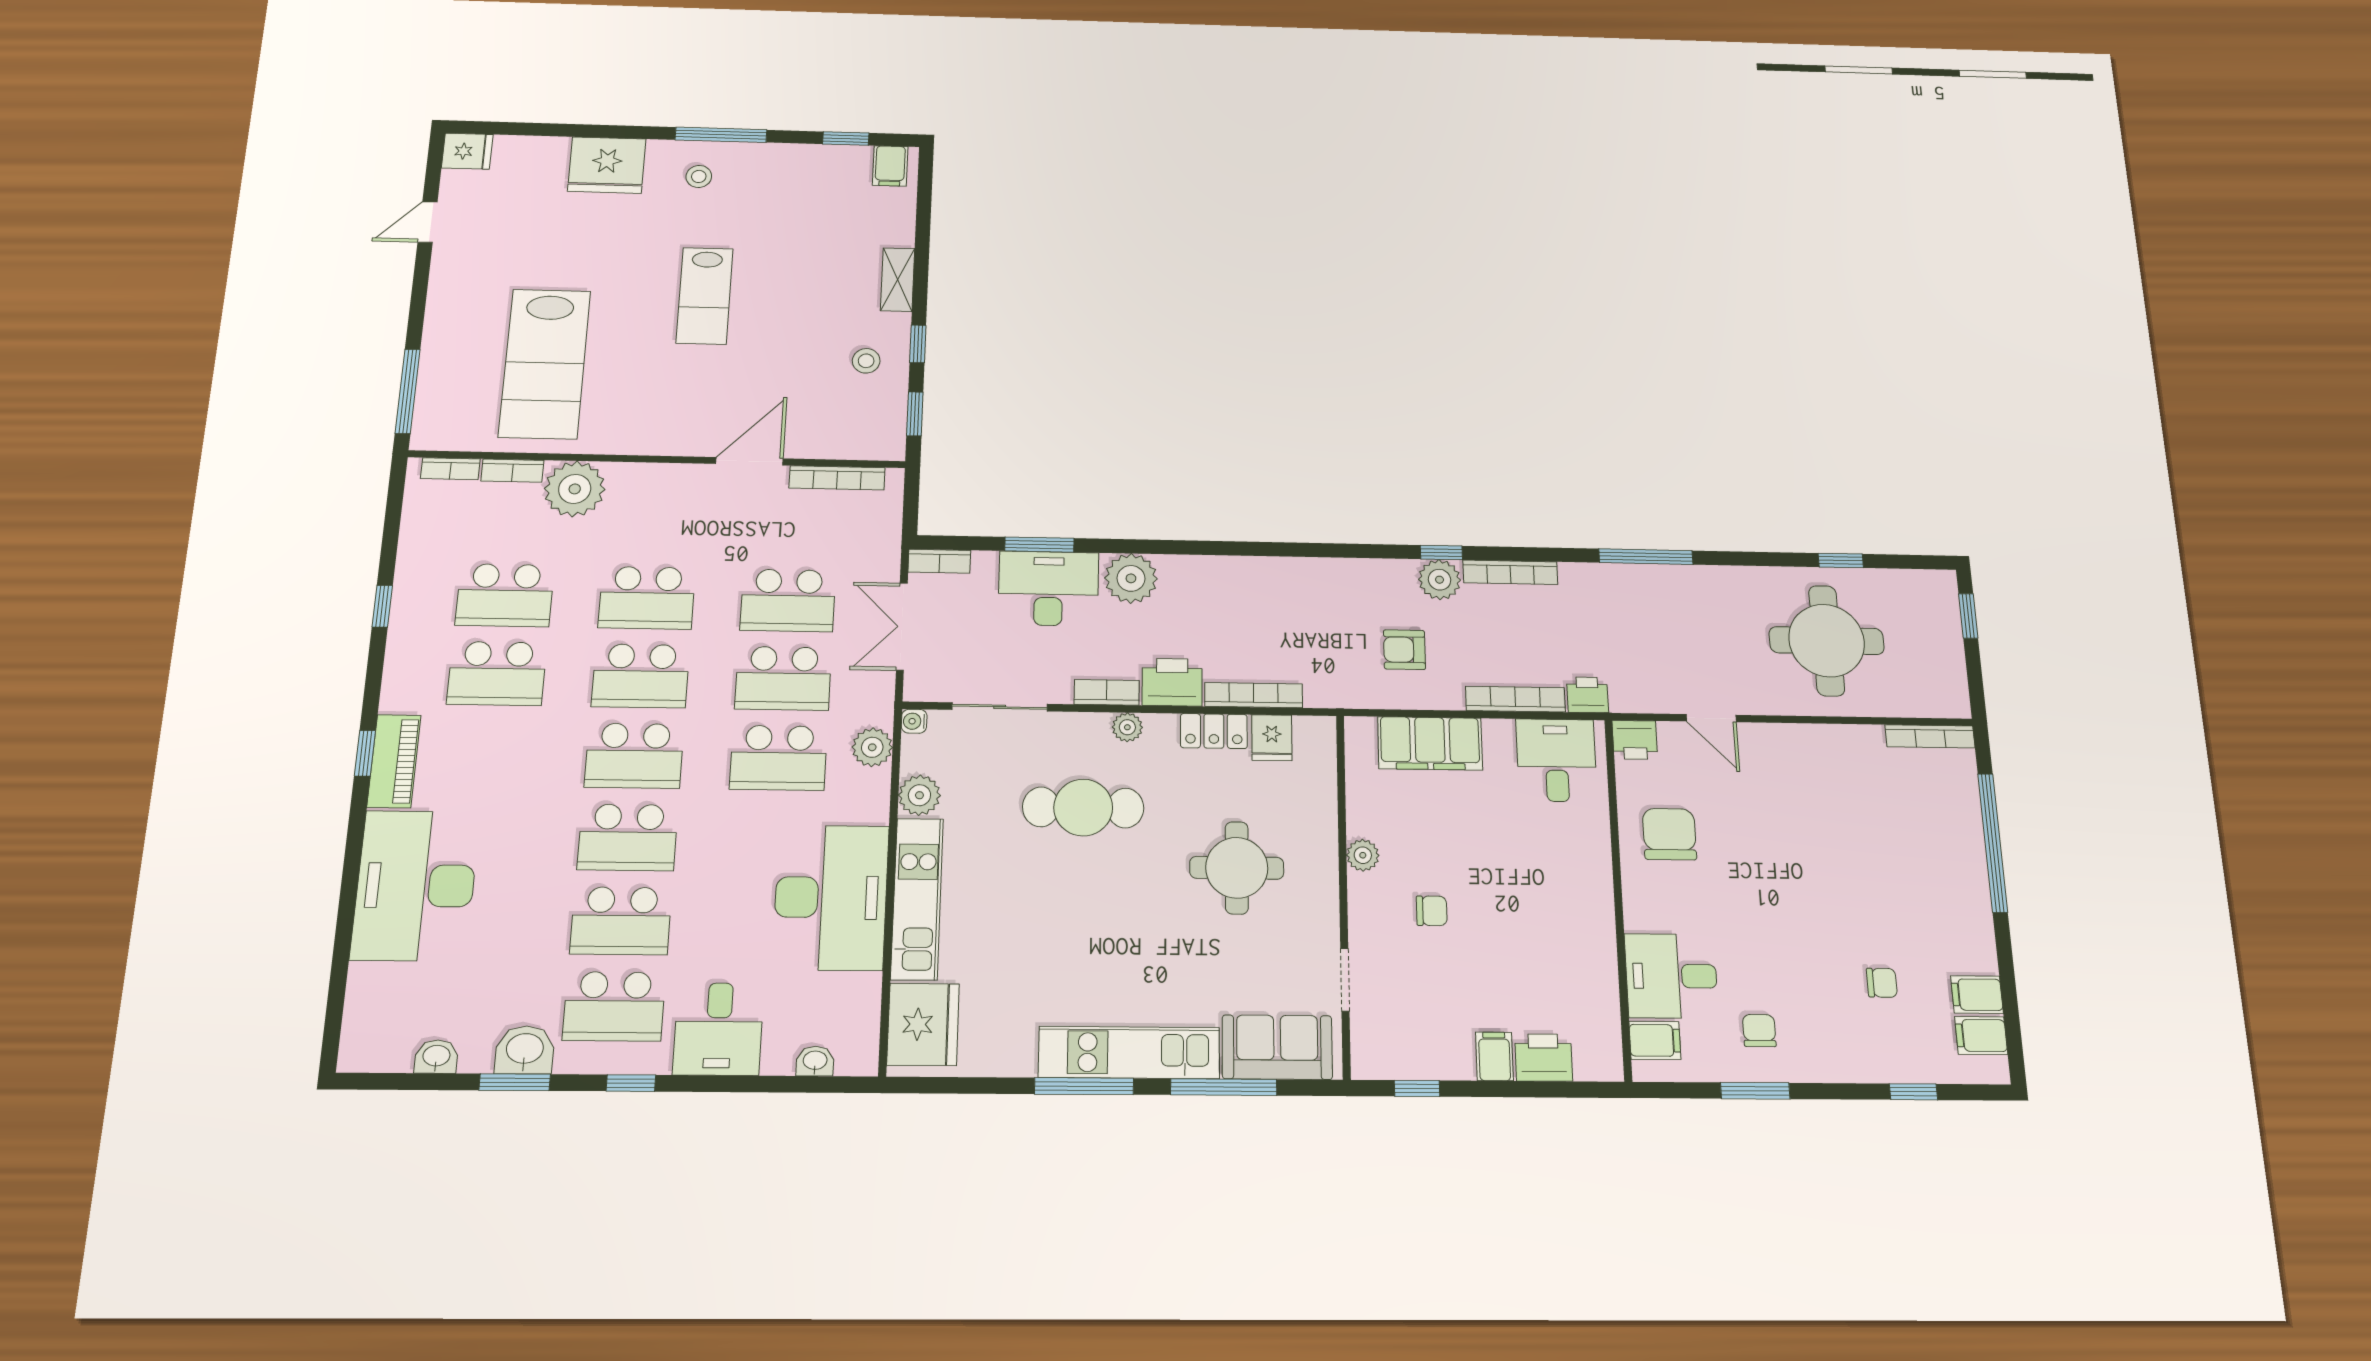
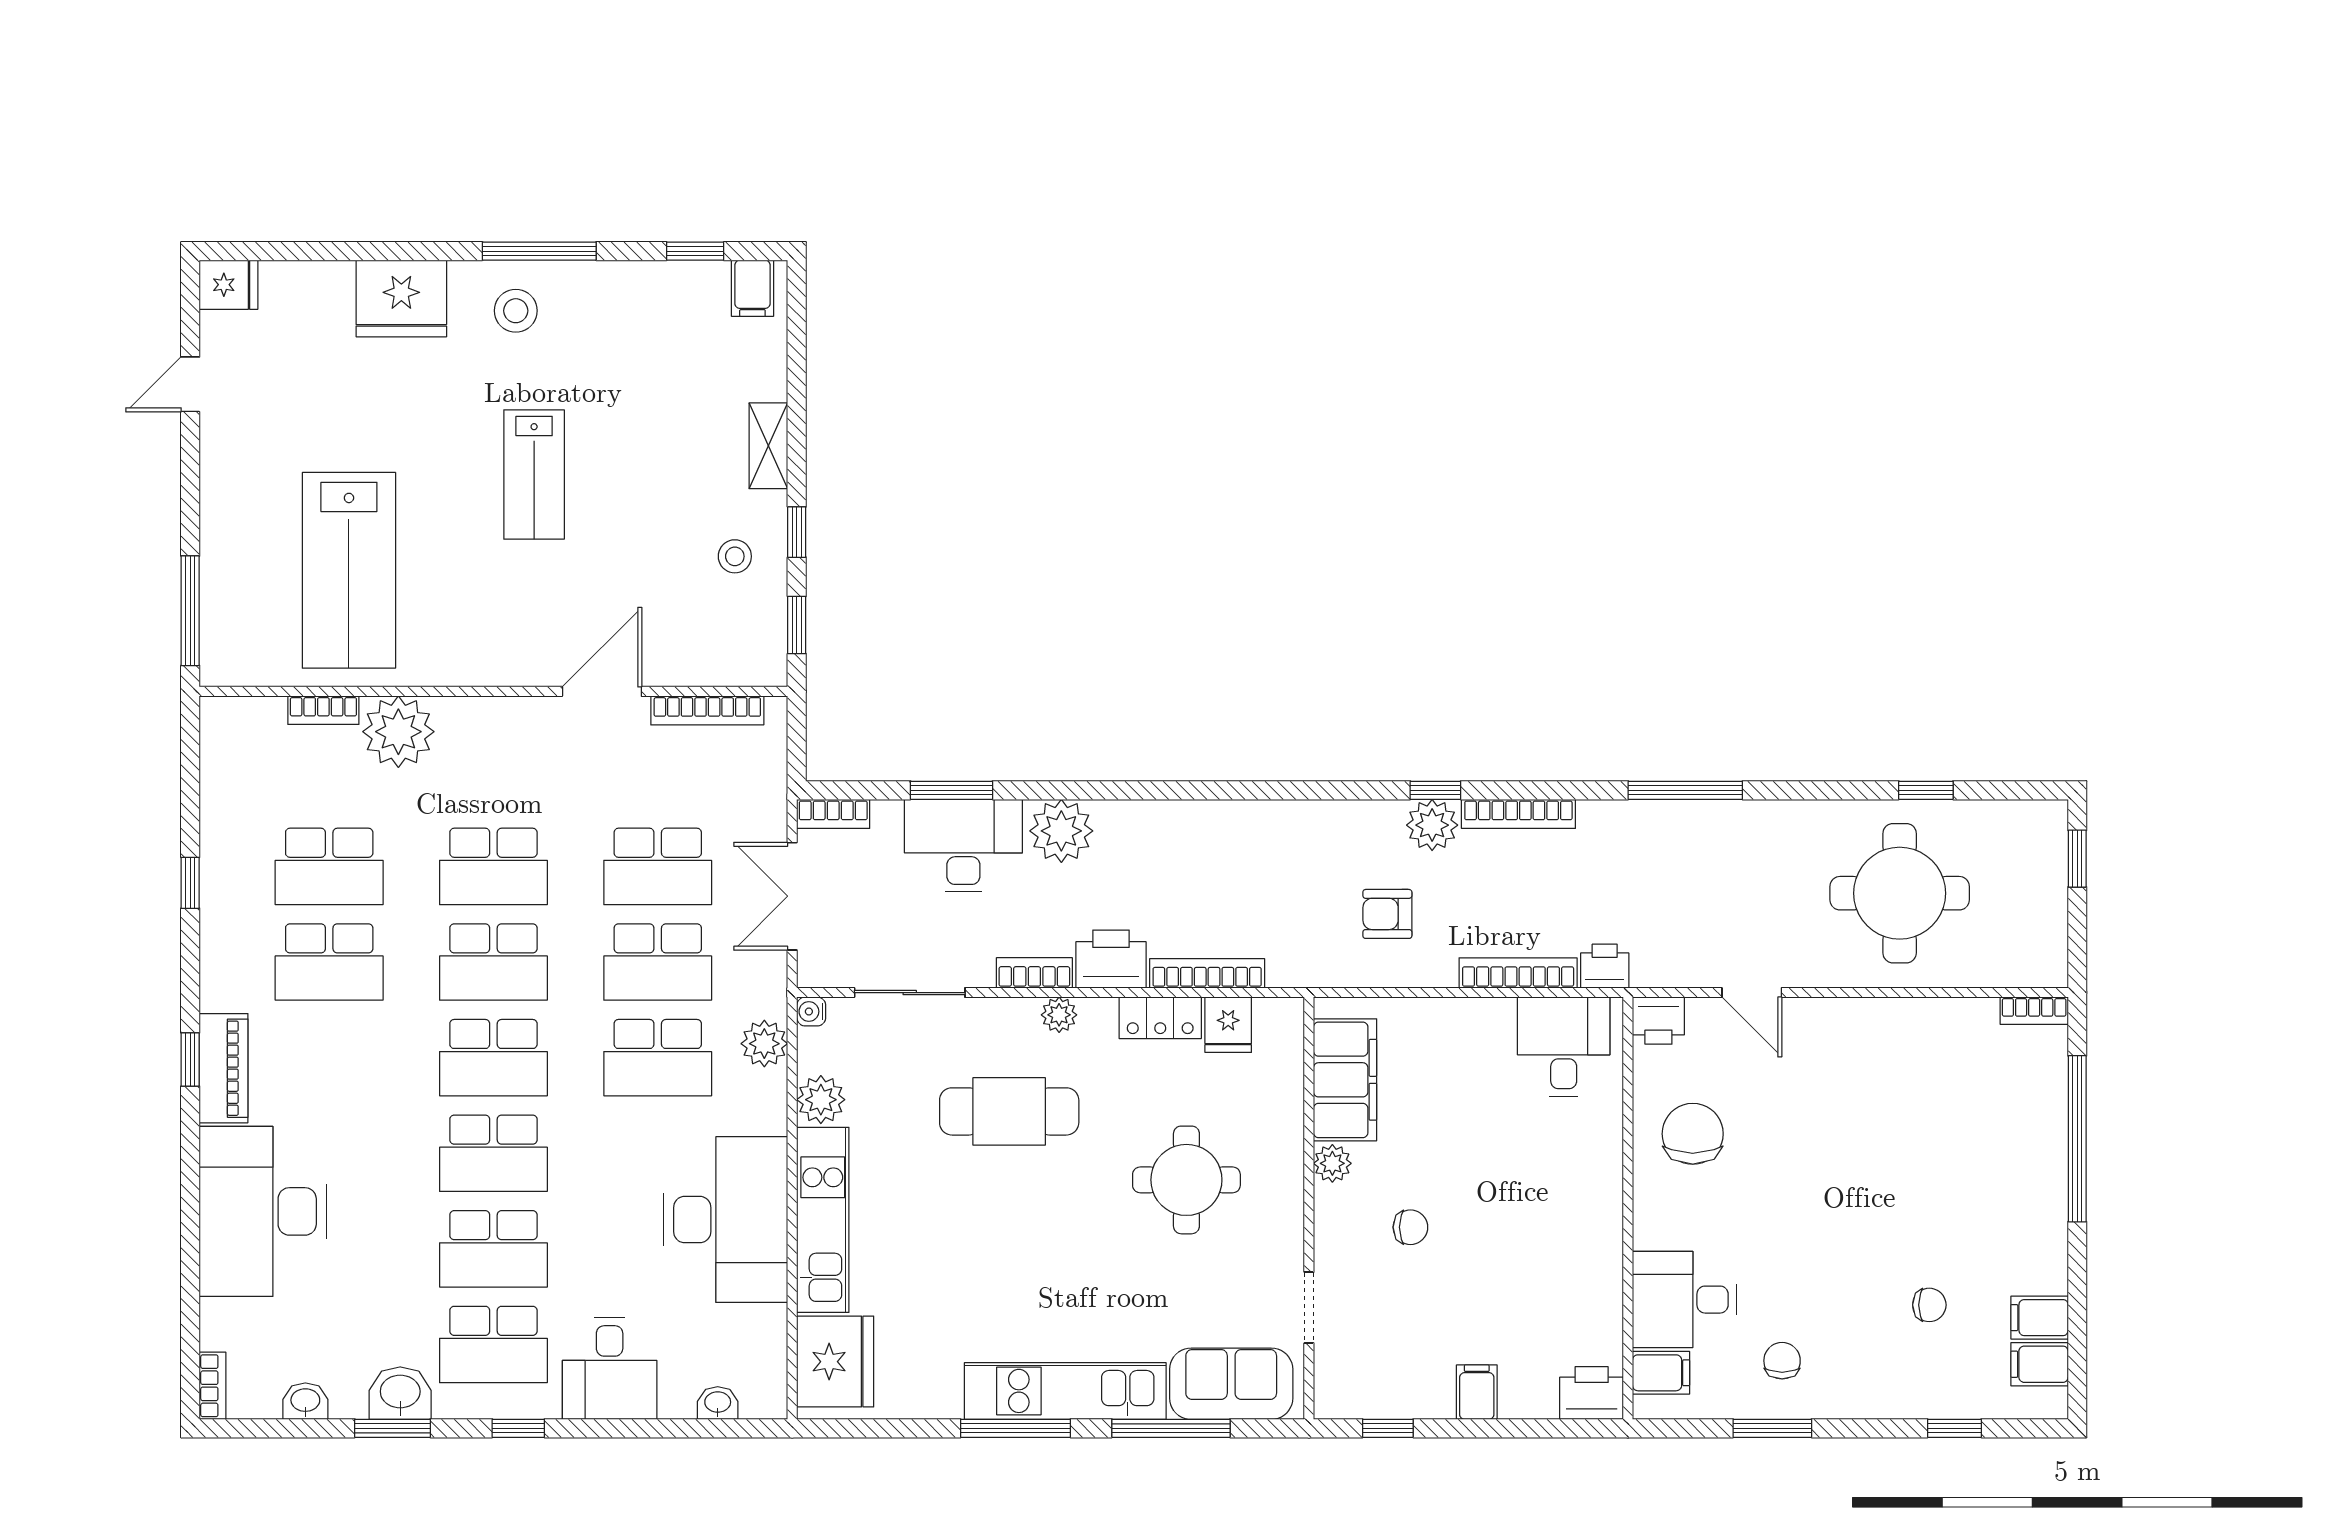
stool: (699, 176) -> (516, 311), width x1.37, depth x1.37
bookcase: (450, 469) -> (213, 1386), moved, turned -90
bookcase: (1930, 736) -> (2034, 1011), width x0.64
filing cabinet: (1430, 743) -> (1345, 1080), moved, turned -90
printer: (1544, 1058) -> (1592, 1393), moved

